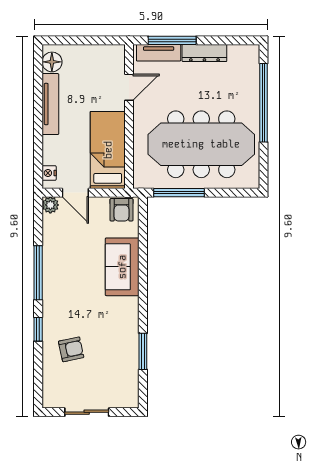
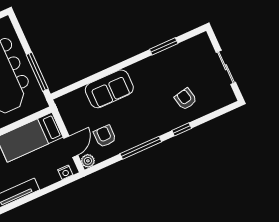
armchair: (121, 210) -> (105, 136), moved, turned -90

